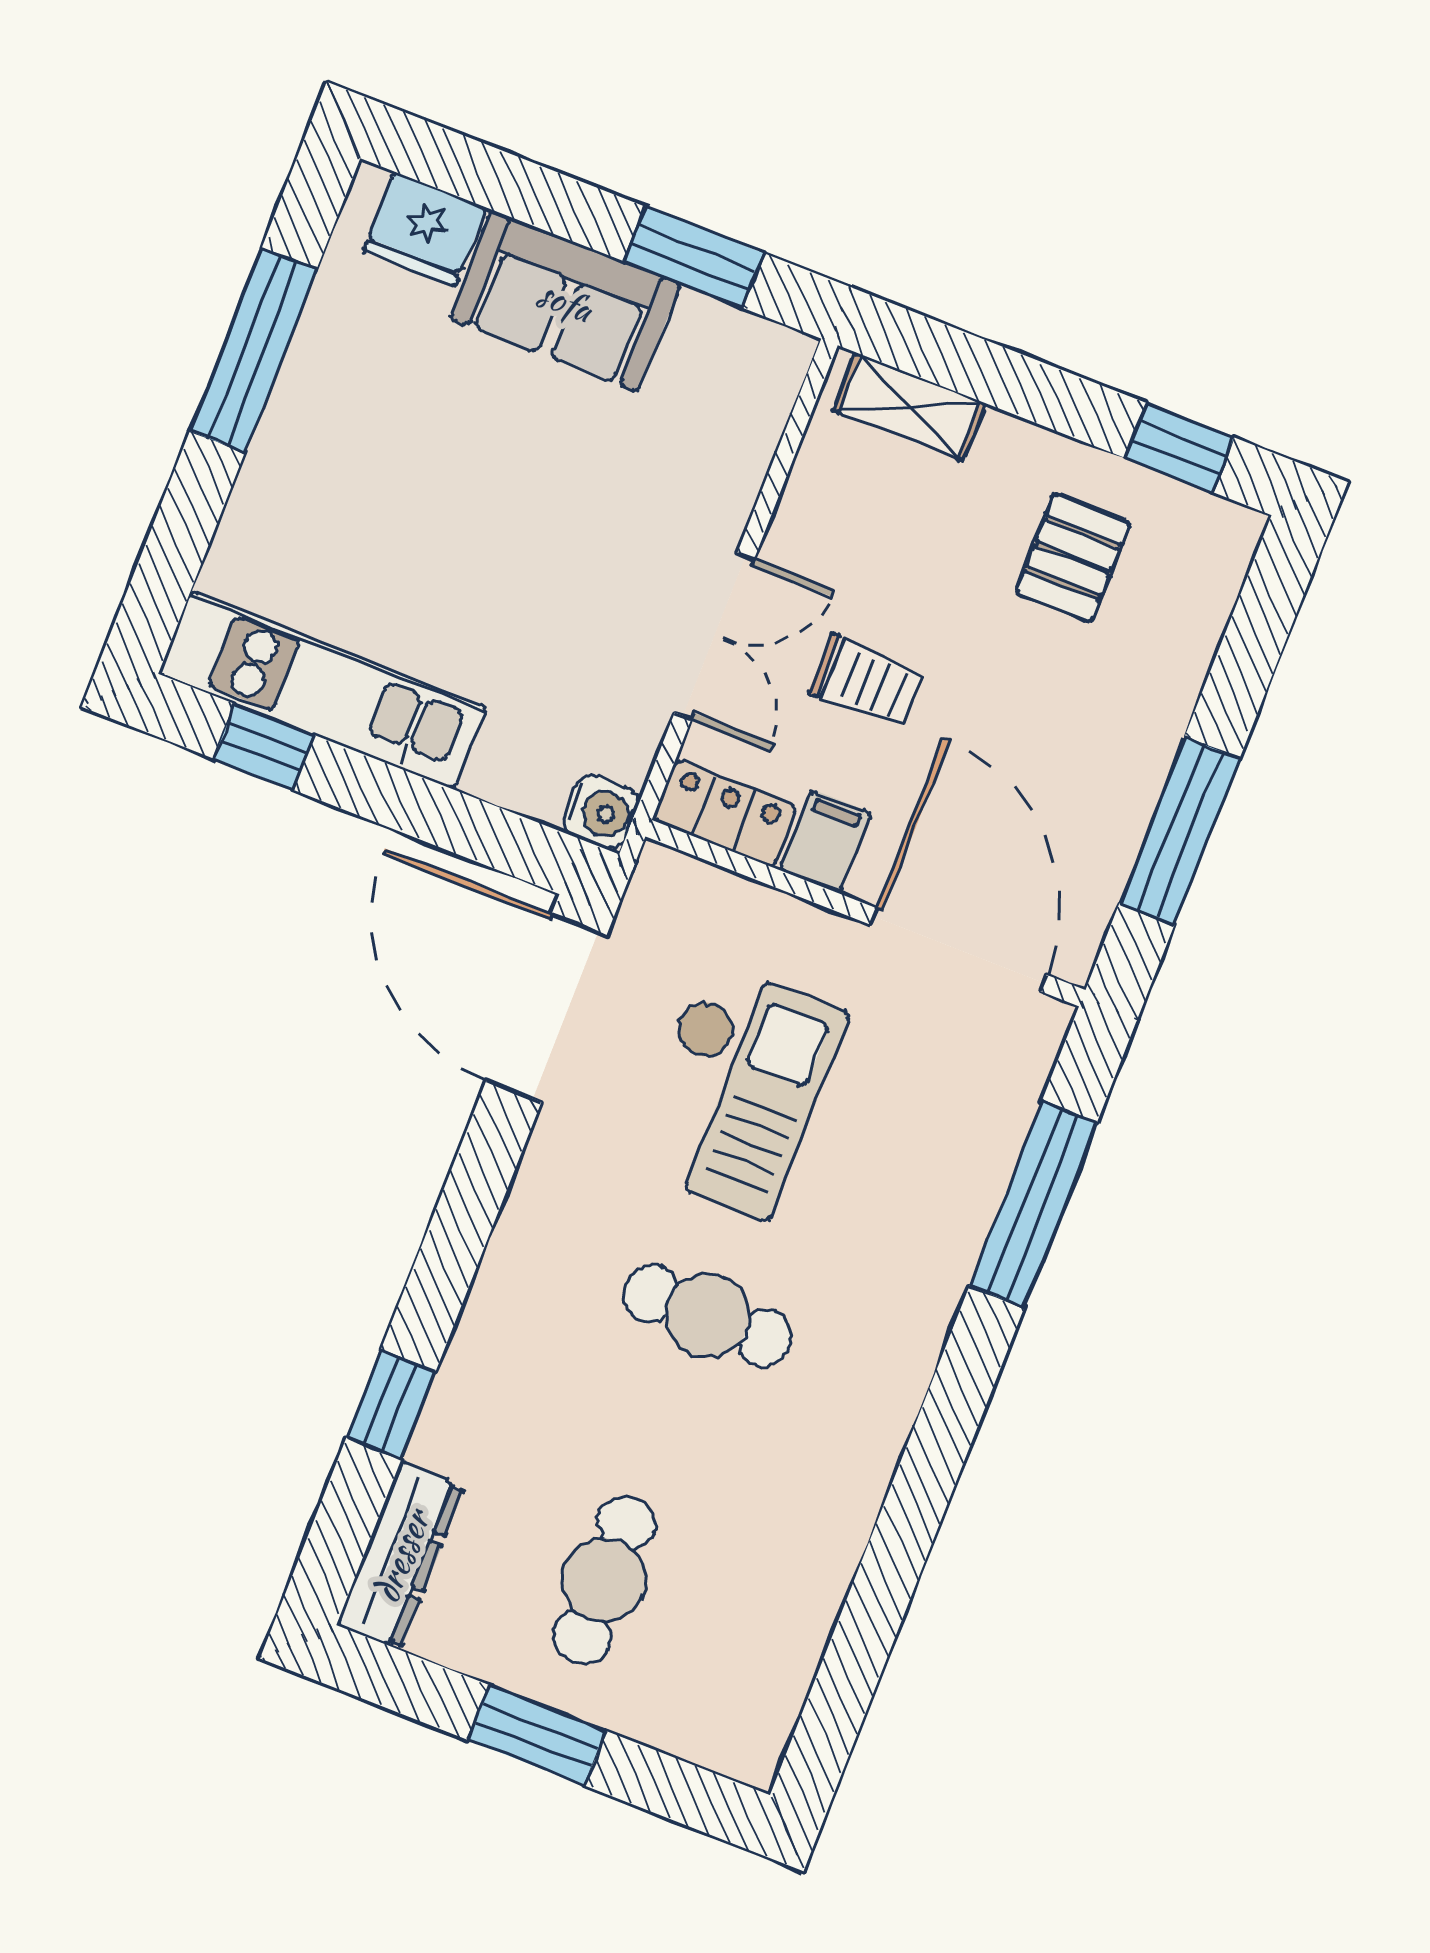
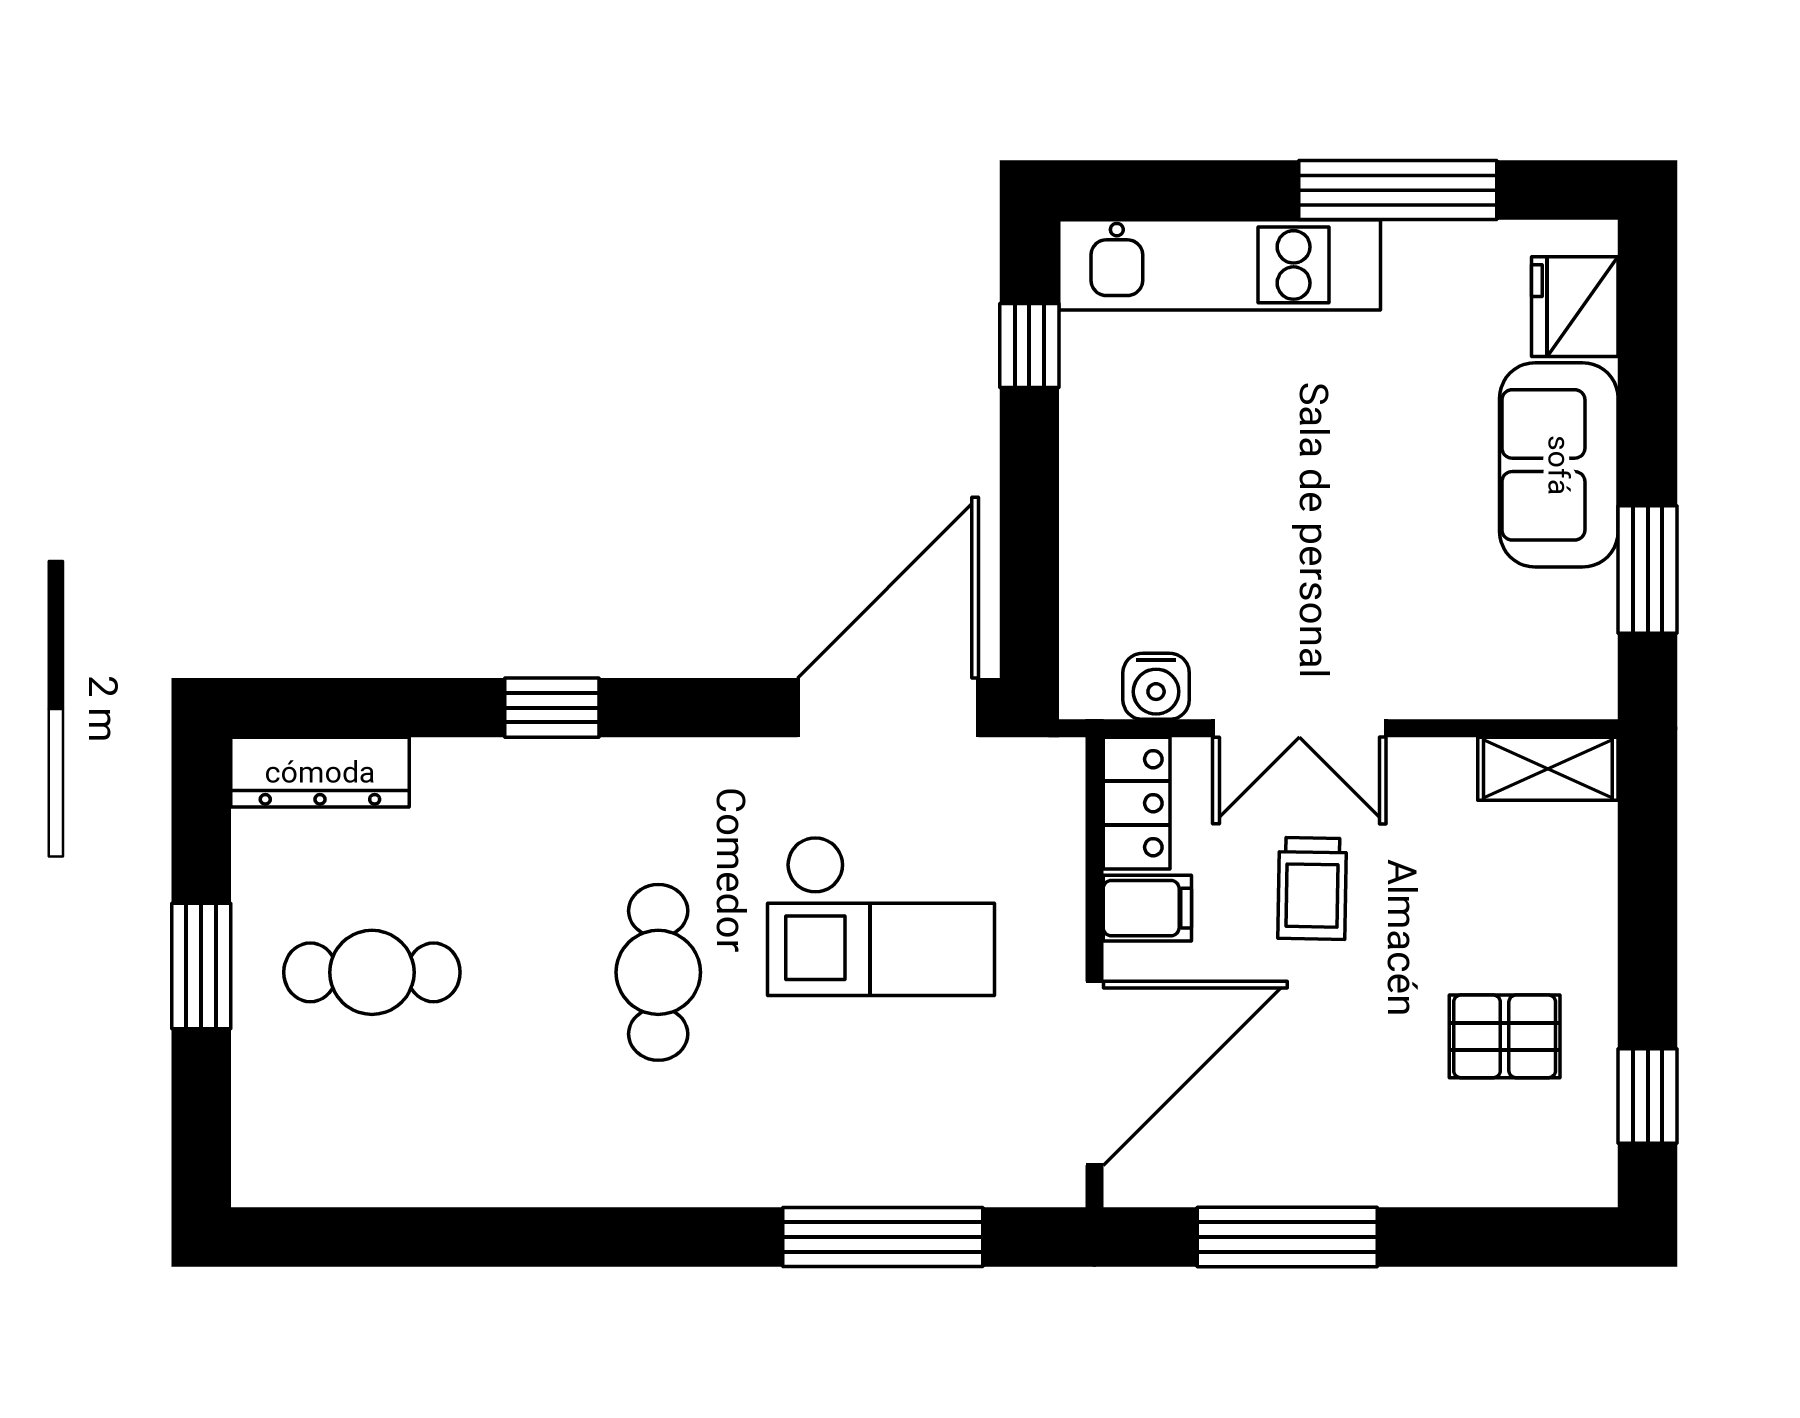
shelving: (909, 407) -> (1548, 769), moved, turned 90
kitchen unit: (323, 690) -> (1220, 265), moved, turned 90
water cooler: (601, 812) -> (1156, 686), moved
window: (391, 1404) -> (552, 708), moved

